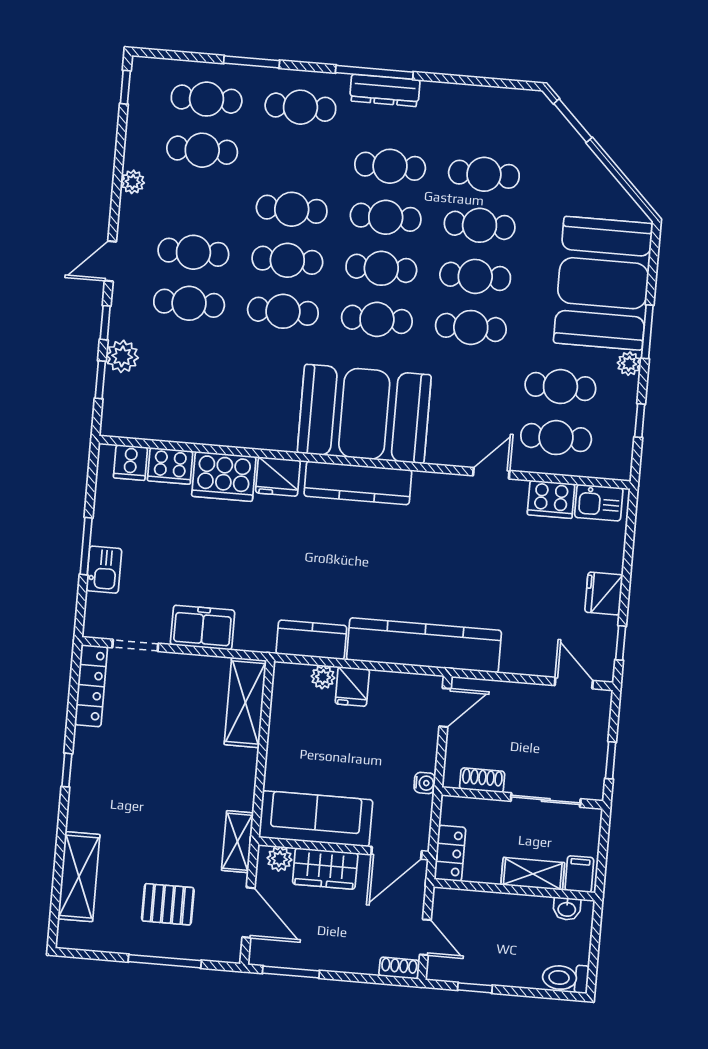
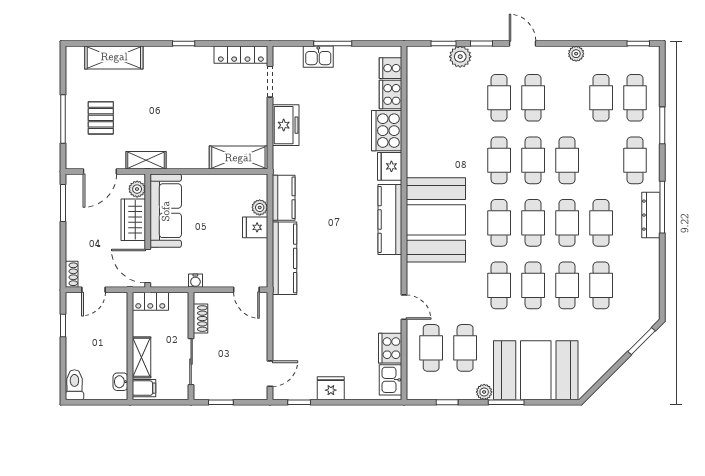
kitchen counter: (424, 645) -> (284, 258), width x0.72, depth x0.86

